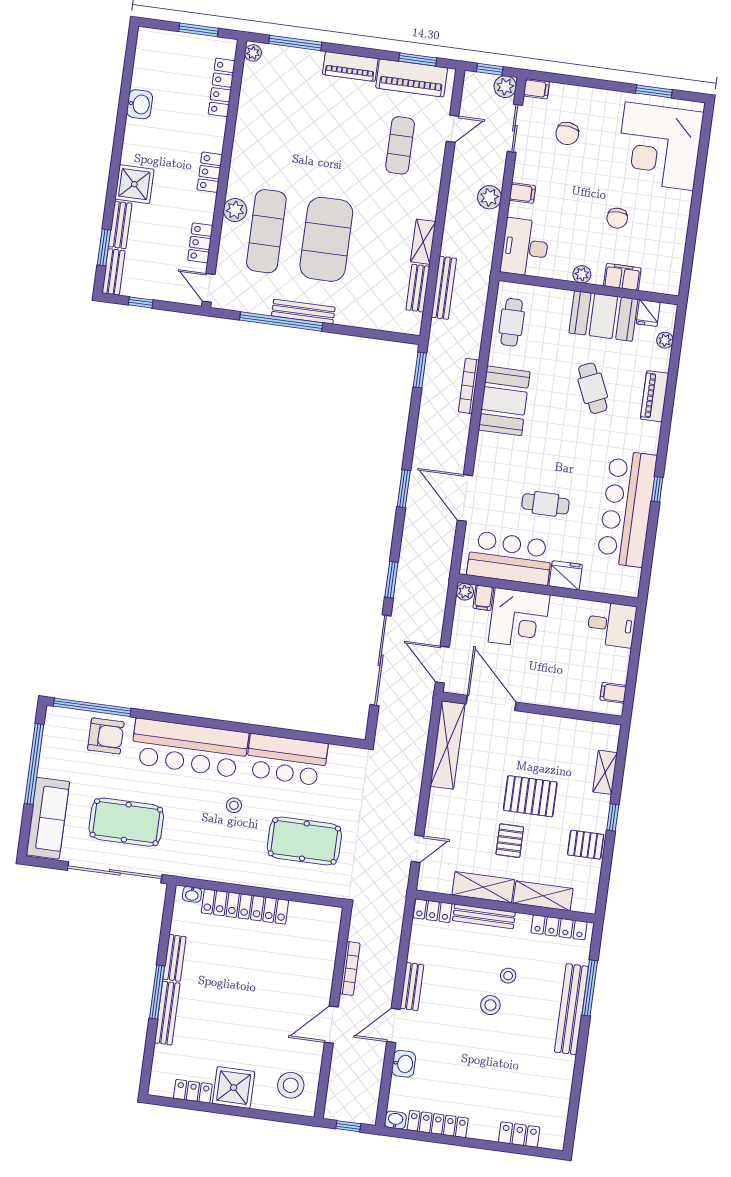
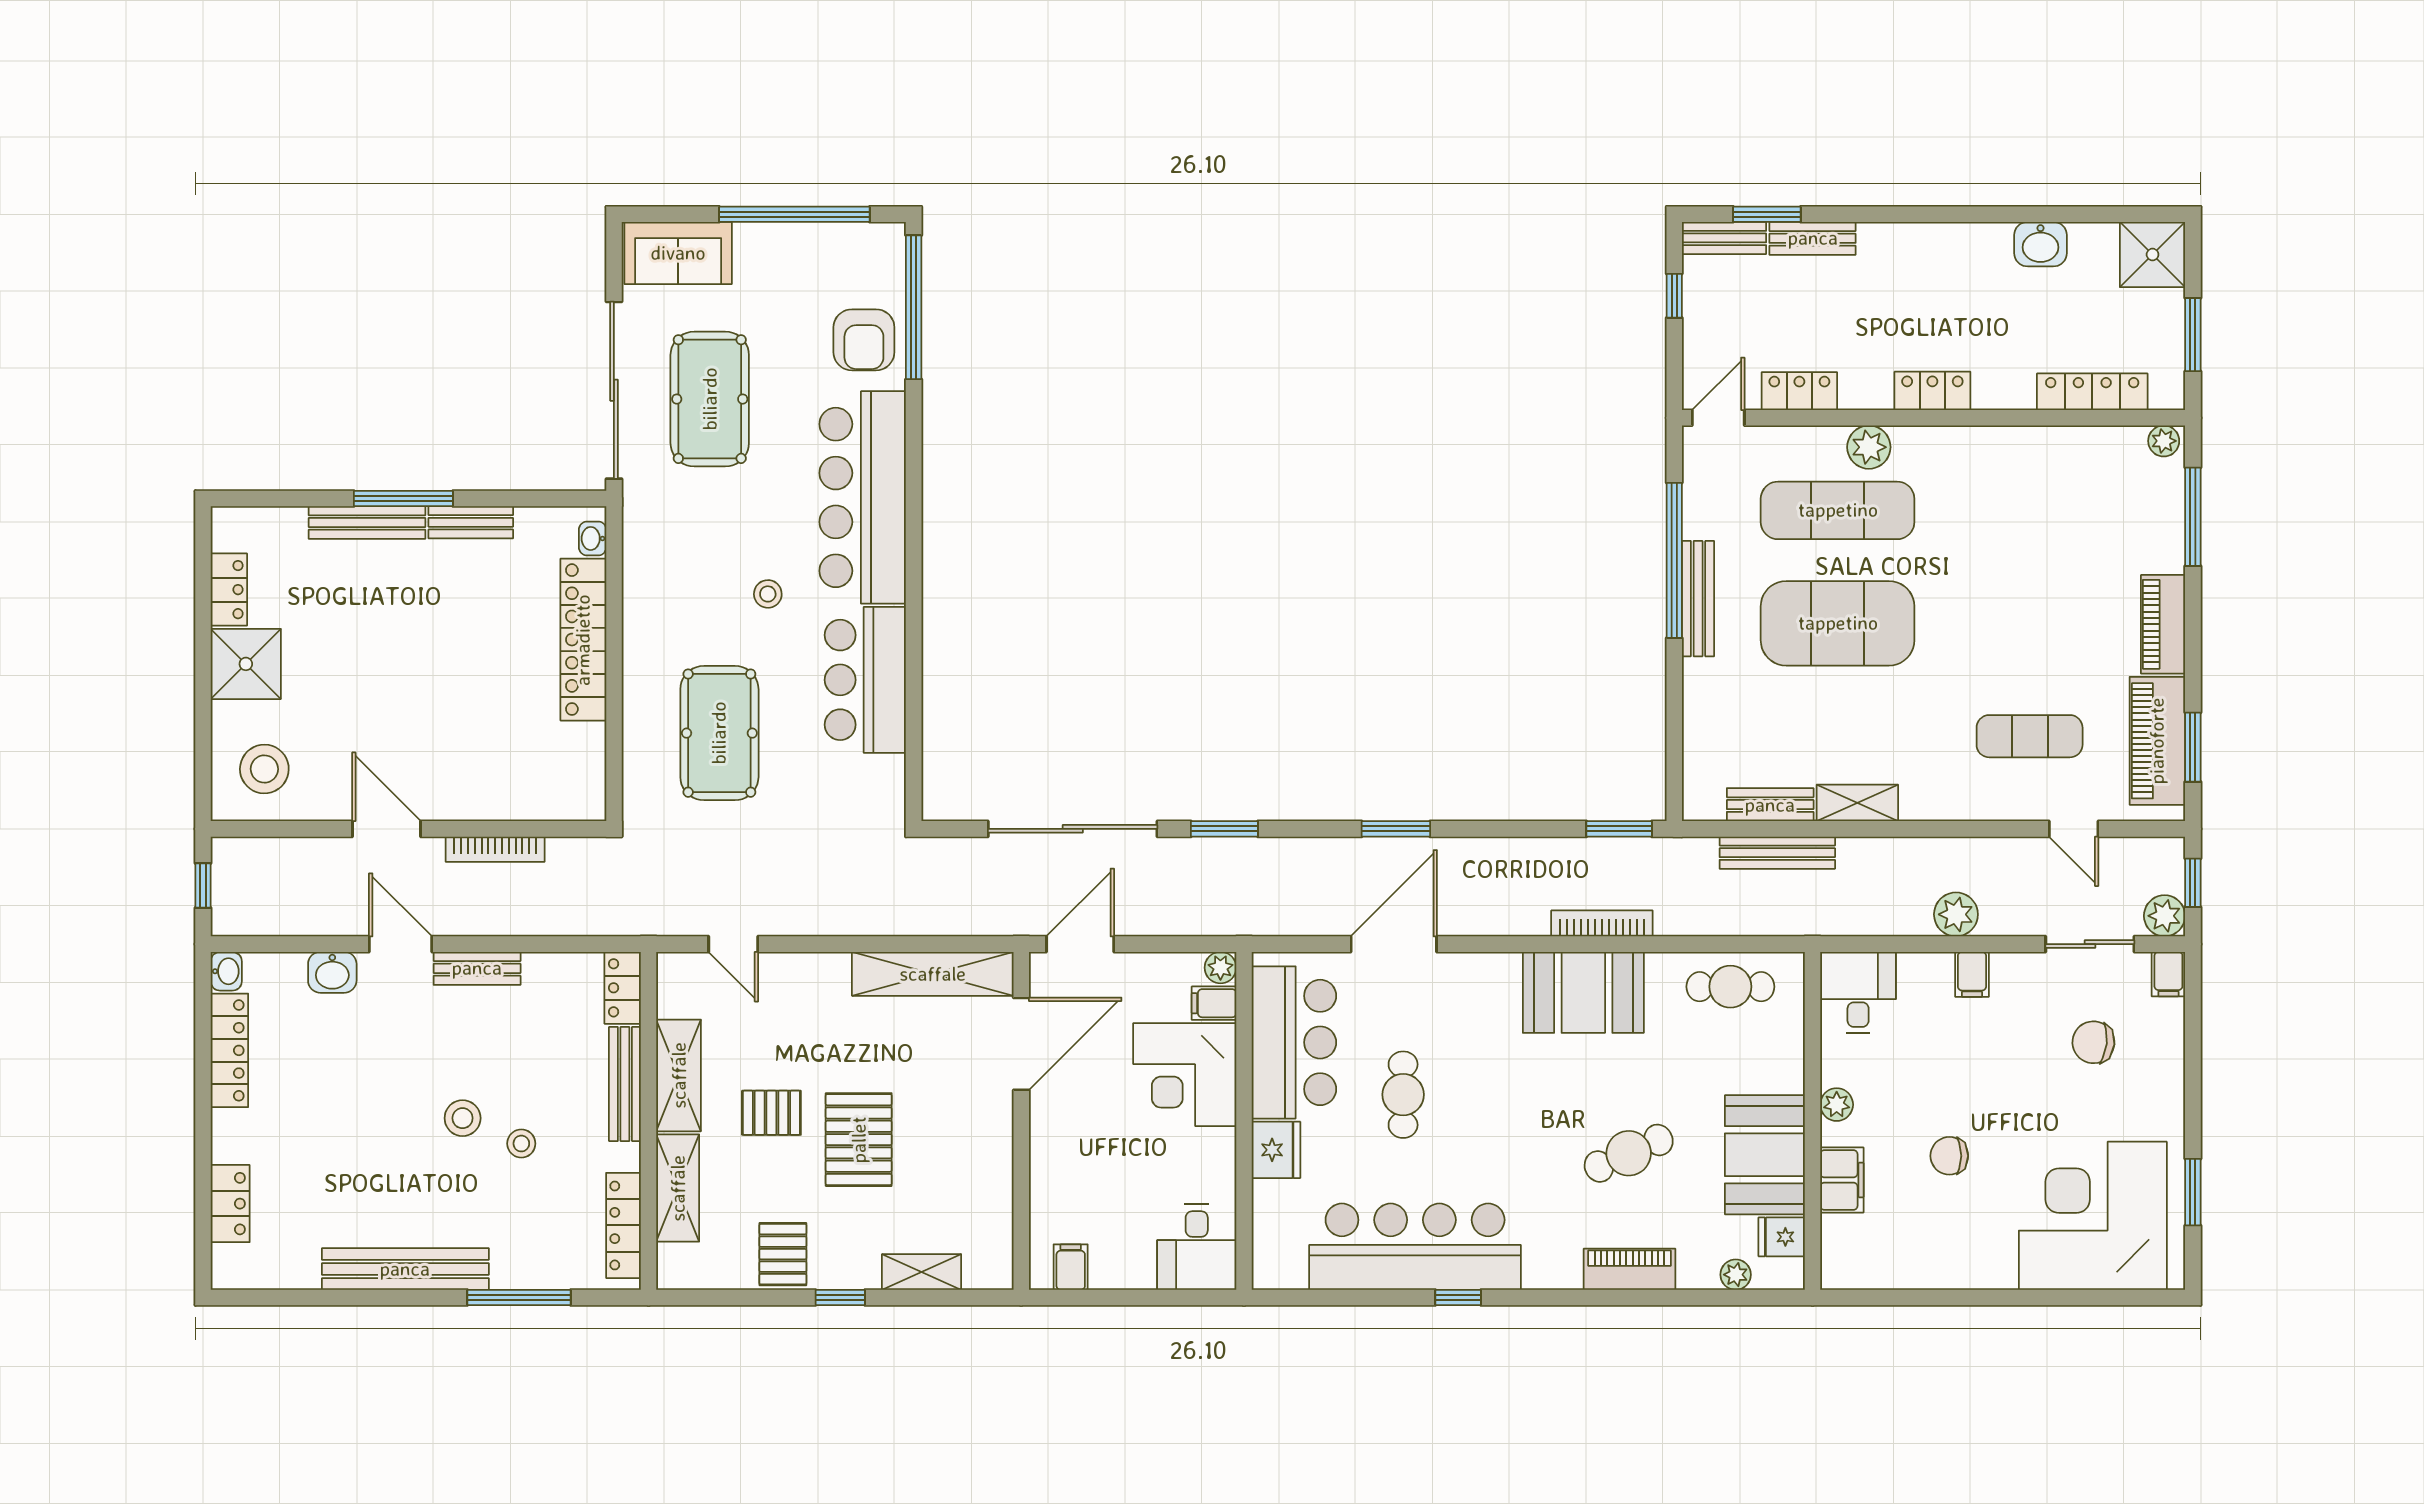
shower: (134, 184) -> (2153, 255), moved
desk: (525, 247) -> (1858, 993), width x0.73
sofa: (48, 818) -> (678, 253), width x0.73
bench: (571, 1009) -> (405, 1269), moved

